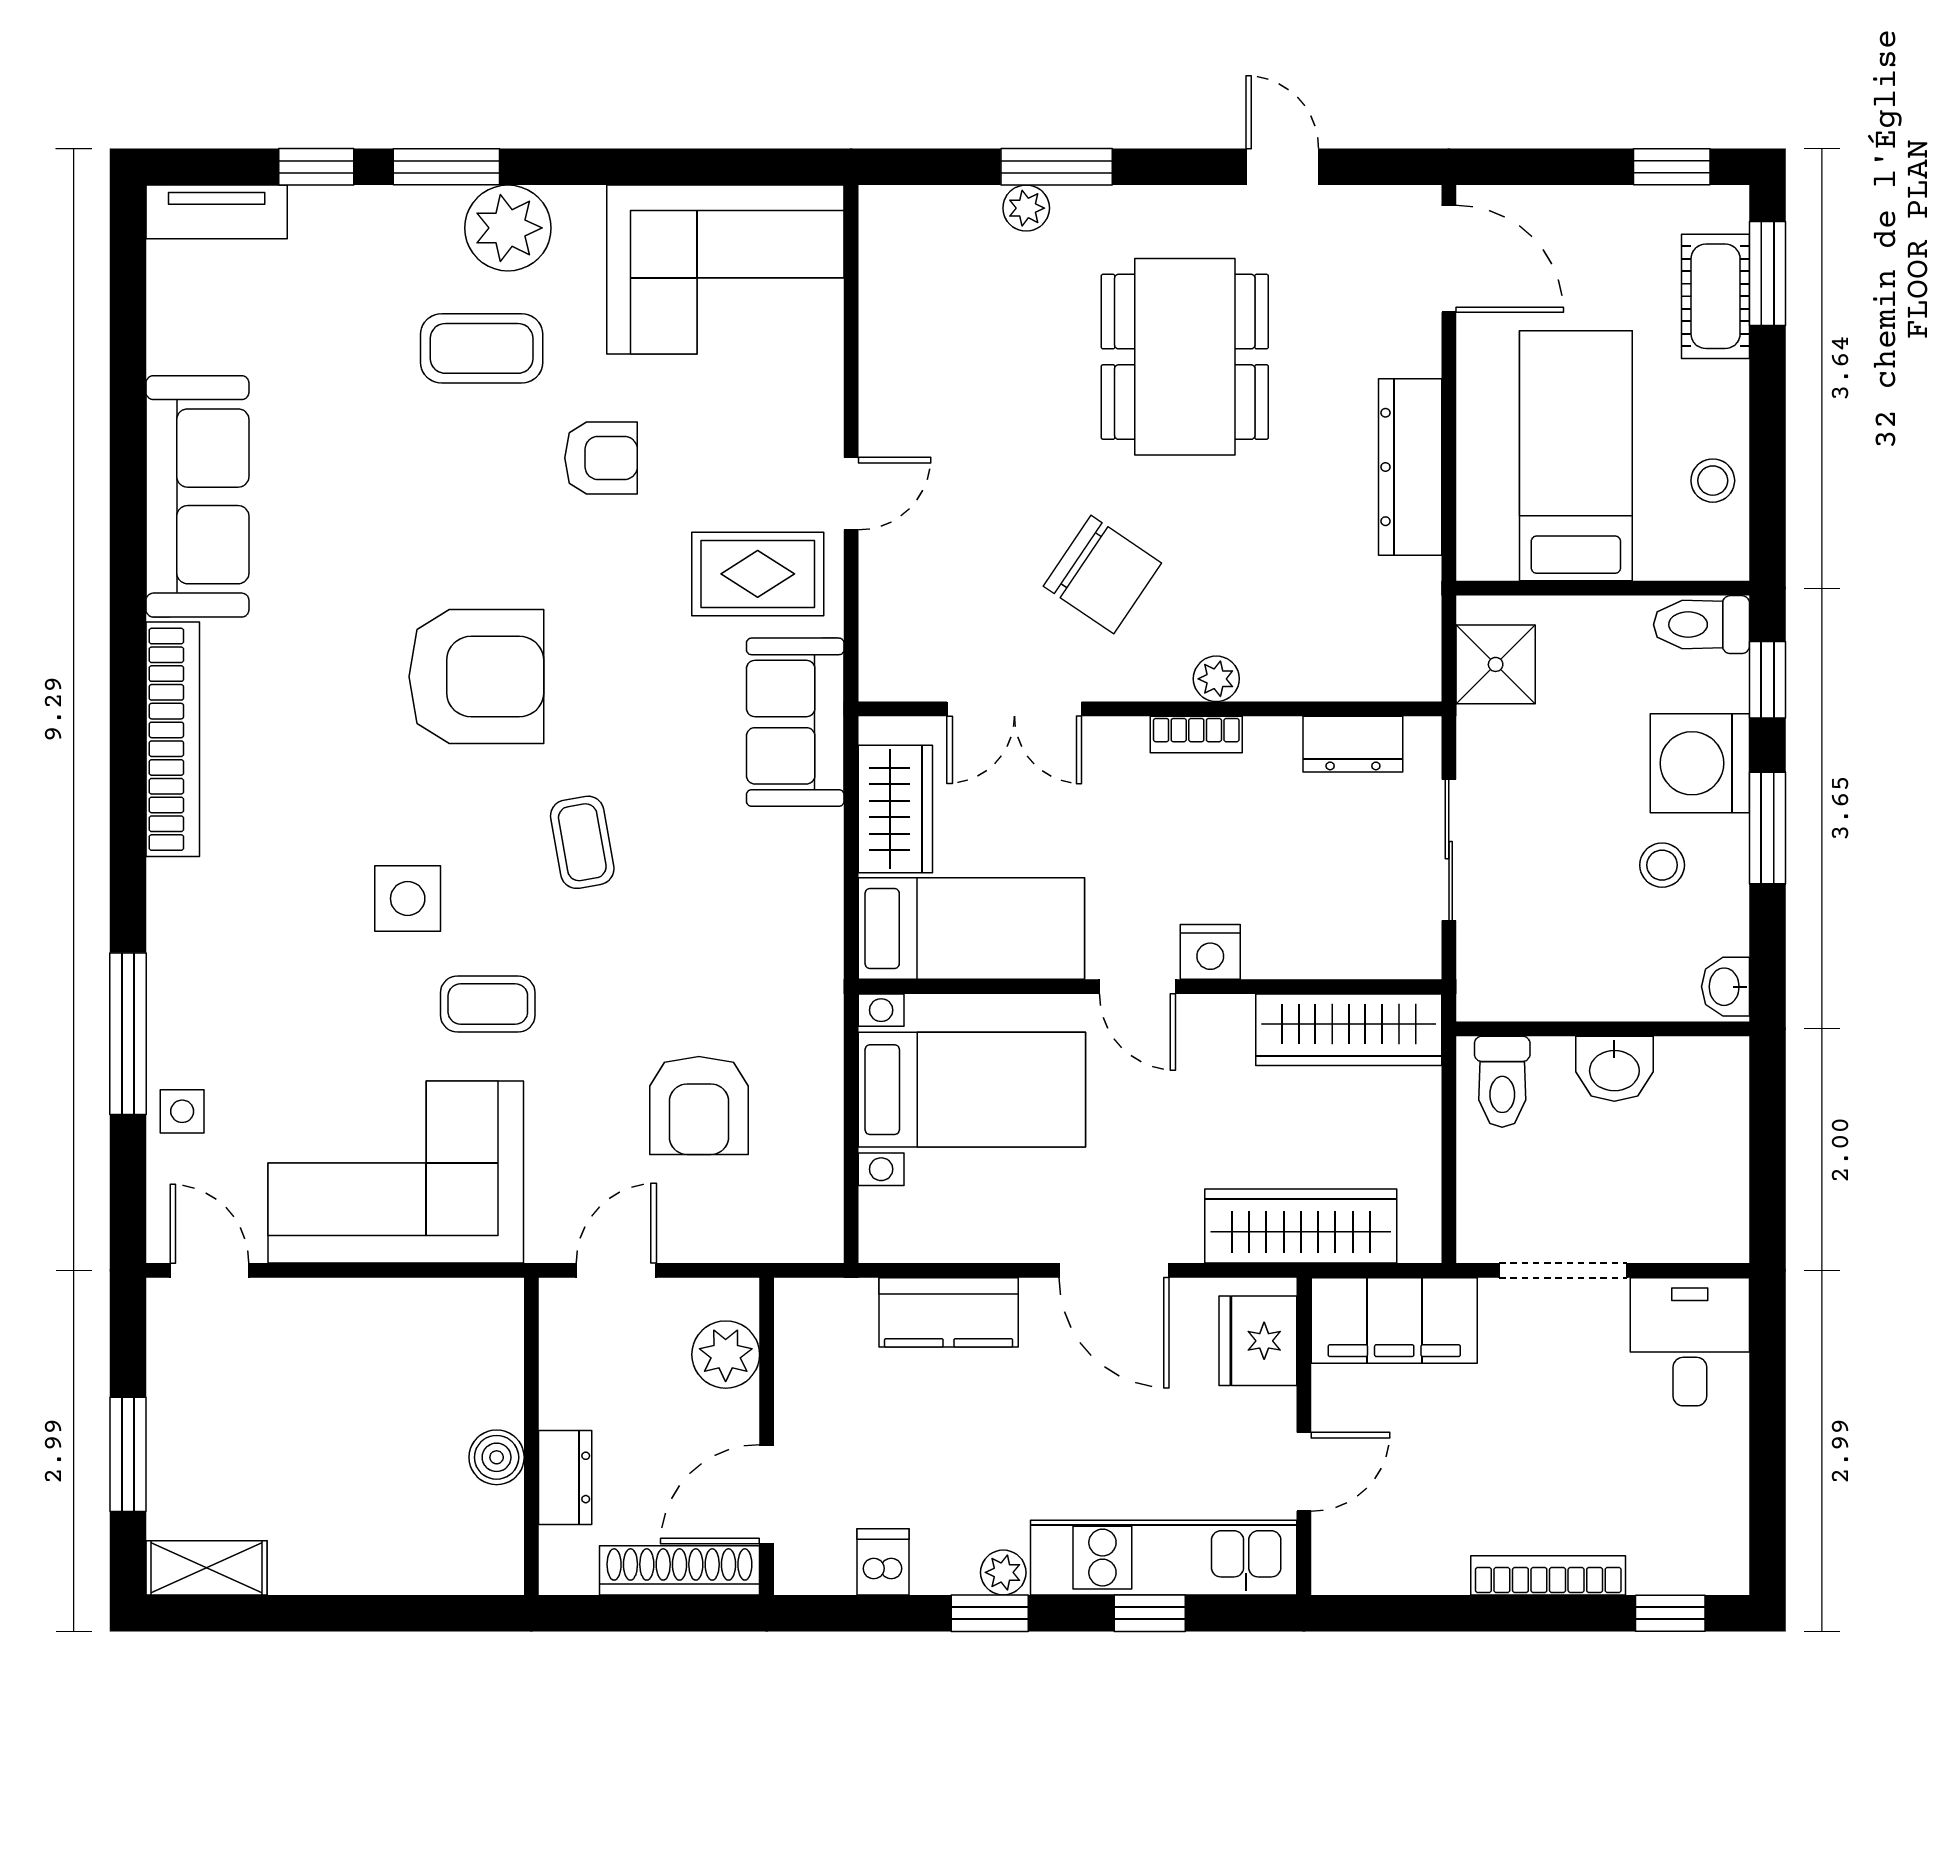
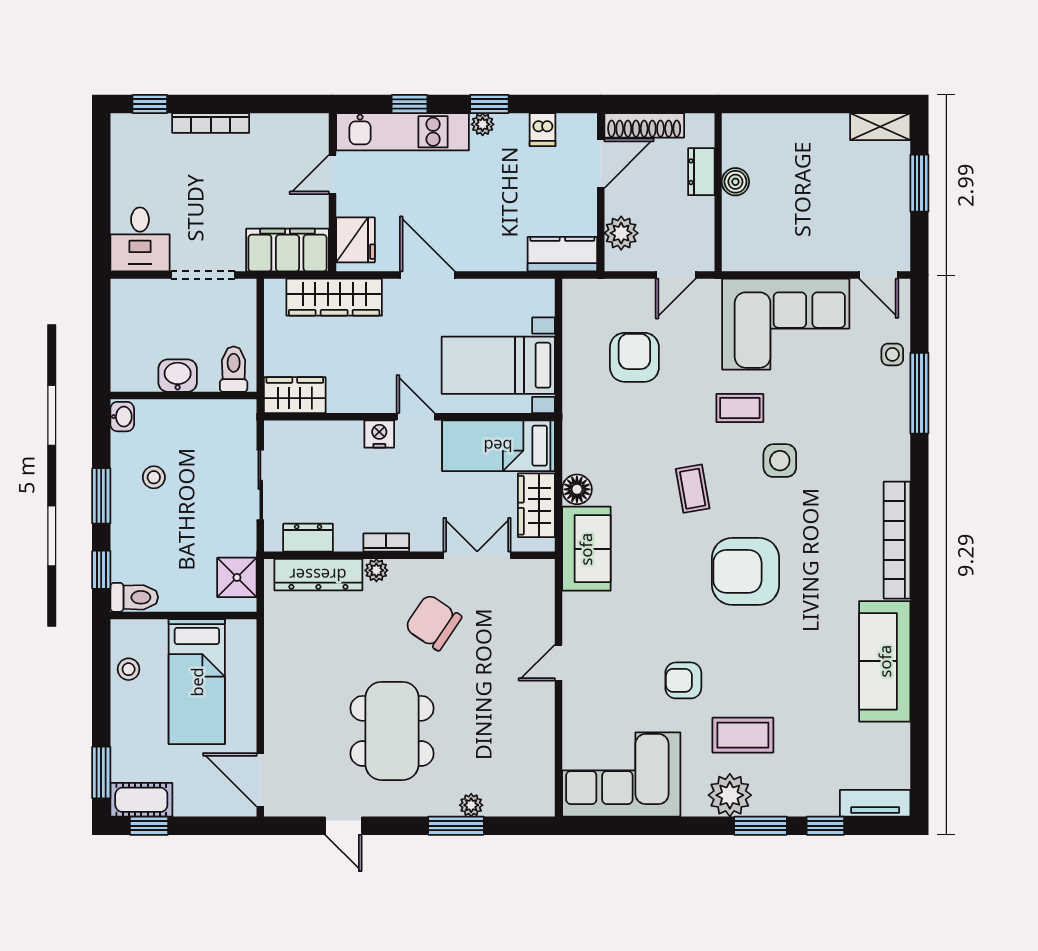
cot: (1716, 296) -> (141, 800), moved, turned 90
dresser: (1410, 467) -> (318, 575), moved, turned 90
rug: (758, 574) -> (605, 623), removed
washing machine: (1700, 763) -> (135, 528), removed
floor lamp: (814, 841) -> (577, 489), added
wardrobe: (1349, 1030) -> (295, 395), width x0.67
kitchen counter: (949, 1312) -> (562, 254), moved

